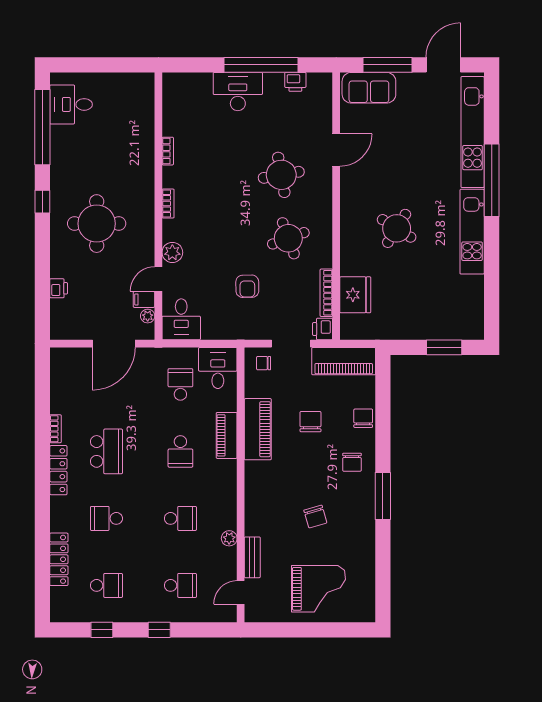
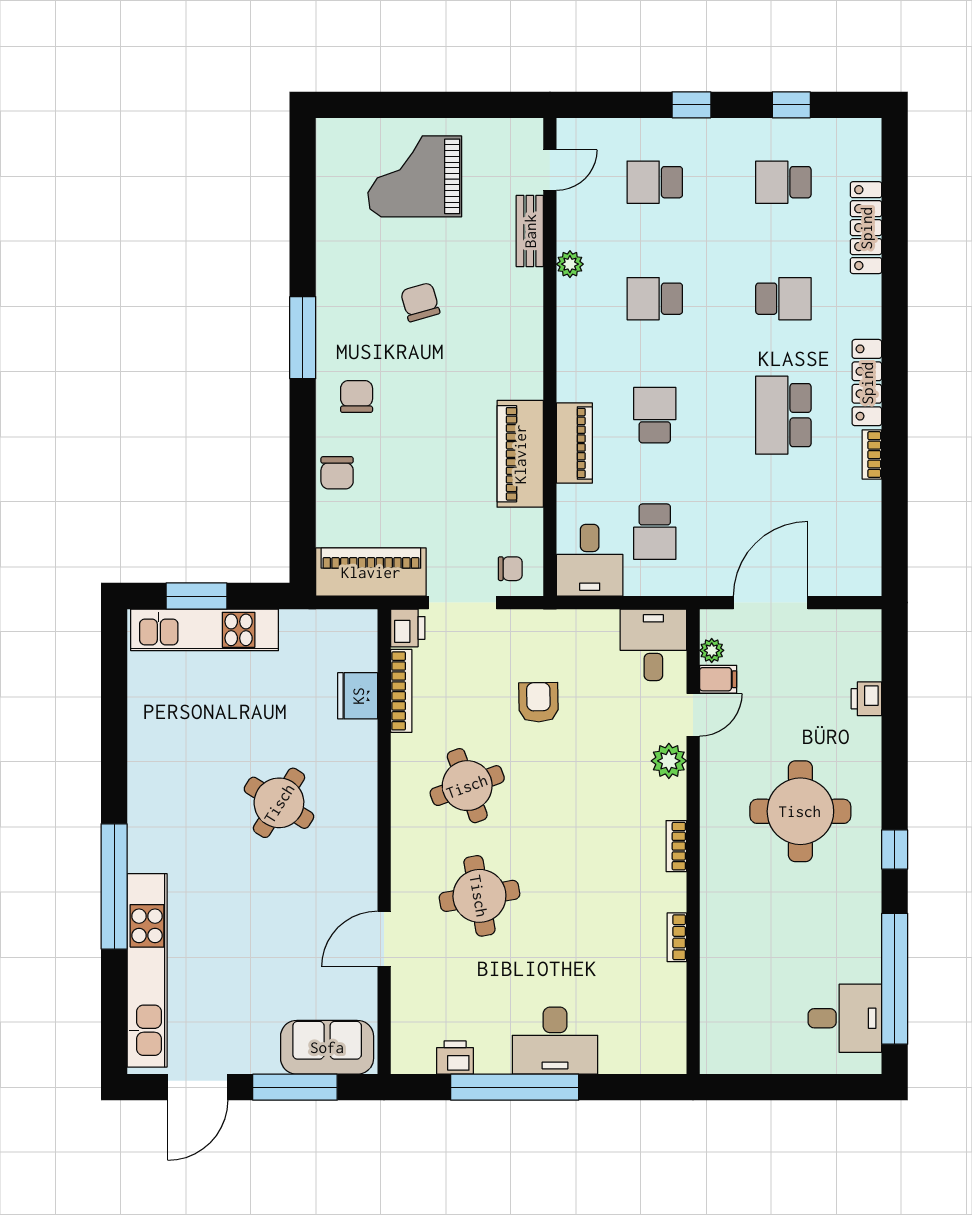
kitchen unit: (472, 232) -> (205, 630), moved, turned 90
fridge: (355, 295) -> (358, 696), width x0.73, depth x0.75
chair: (310, 422) -> (429, 467), removed

